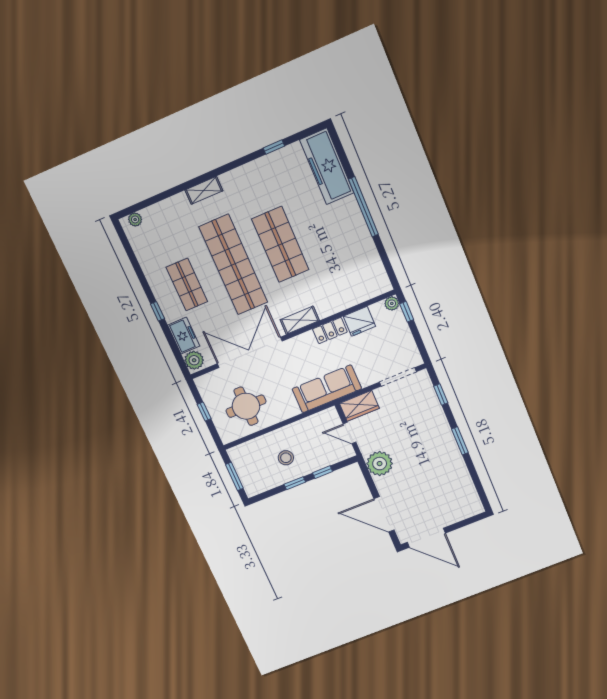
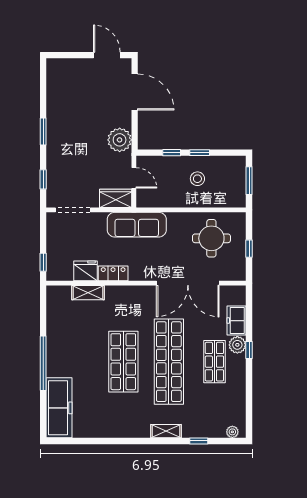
window: (274, 147) -> (199, 441), moved
plant: (392, 303) -> (53, 274), removed
shelving: (300, 320) -> (88, 293), moved
plant: (194, 360) -> (237, 345), moved
door: (426, 538) -> (107, 55), width x0.73

